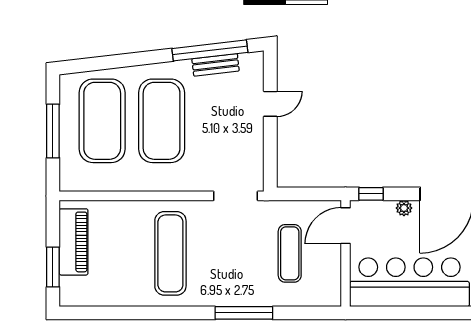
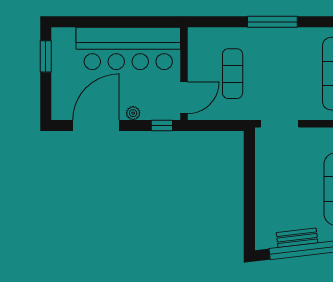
door: (270, 104) -> (249, 204), removed

